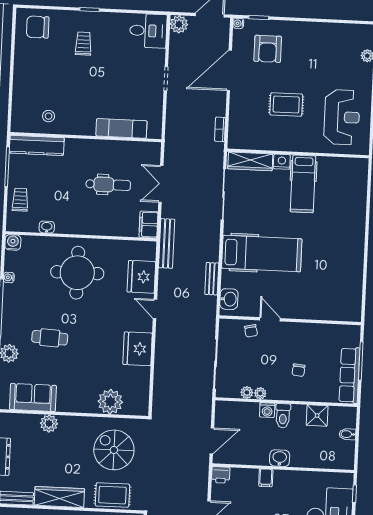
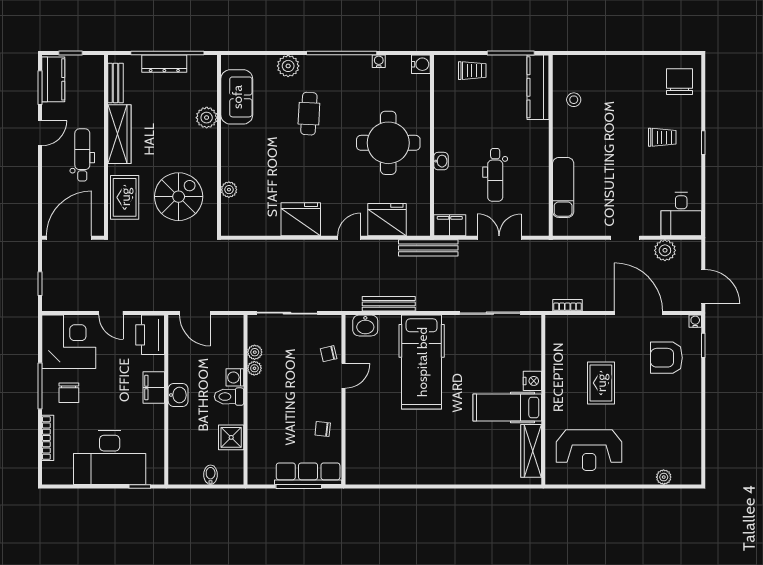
plant: (179, 24) -> (665, 250), moved
wardrobe: (250, 161) -> (531, 451), moved
washbasin: (47, 227) -> (441, 161), moved
bench: (212, 279) -> (389, 304), width x1.36
chair: (298, 370) -> (323, 429), moved
row of seats: (349, 375) -> (308, 474), moved
plant: (110, 402) -> (229, 190), width x0.53, depth x0.53
printer: (221, 475) -> (150, 335), width x1.87, depth x1.48
filing cabinet: (266, 478) -> (154, 388), width x2.00

